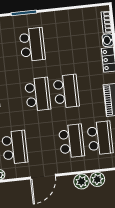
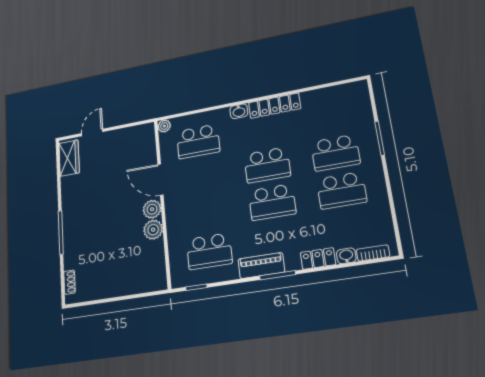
school desk: (72, 141) -> (342, 190), moved
plant: (97, 179) -> (152, 209), moved

